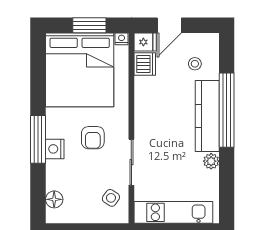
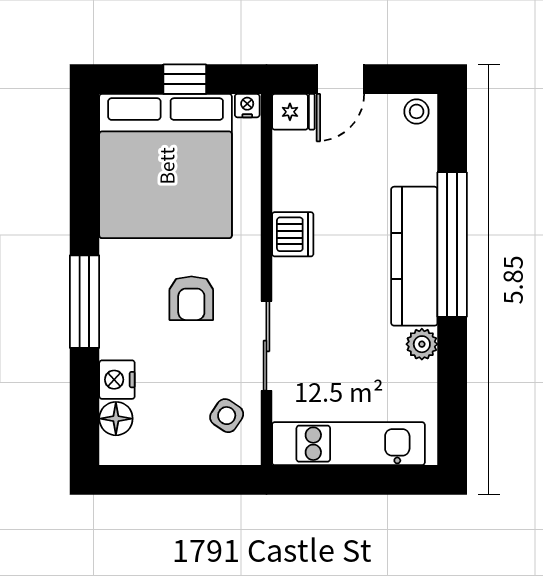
window: (89, 25) -> (185, 79), width x0.67
dishwasher: (145, 64) -> (293, 234), moved
stool: (195, 64) -> (417, 111), moved
nightstand: (55, 149) -> (117, 380), moved

